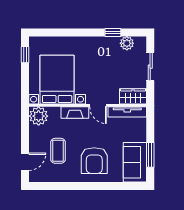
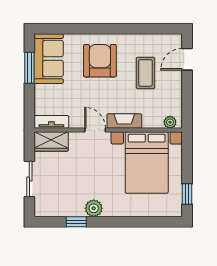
plant: (127, 43) -> (94, 208), moved
tv unit: (127, 112) -> (51, 122), width x0.71
plant: (39, 116) -> (170, 122), width x0.53, depth x0.53

